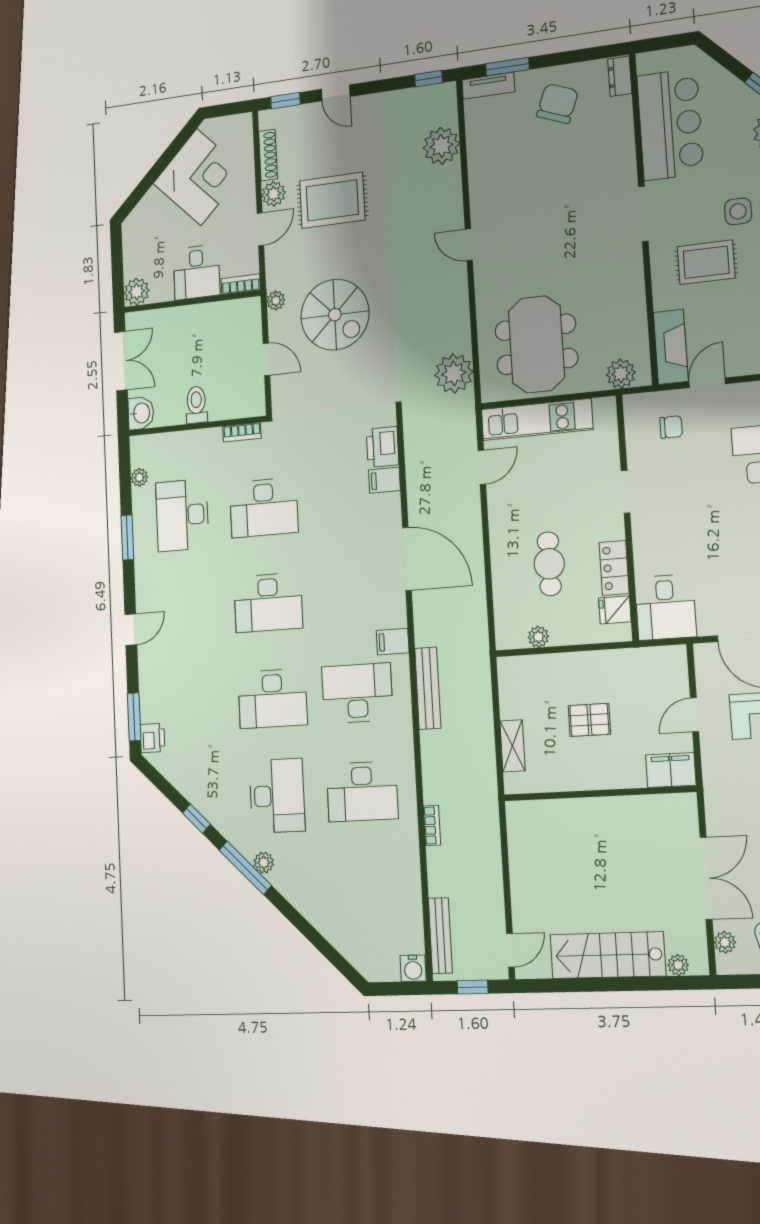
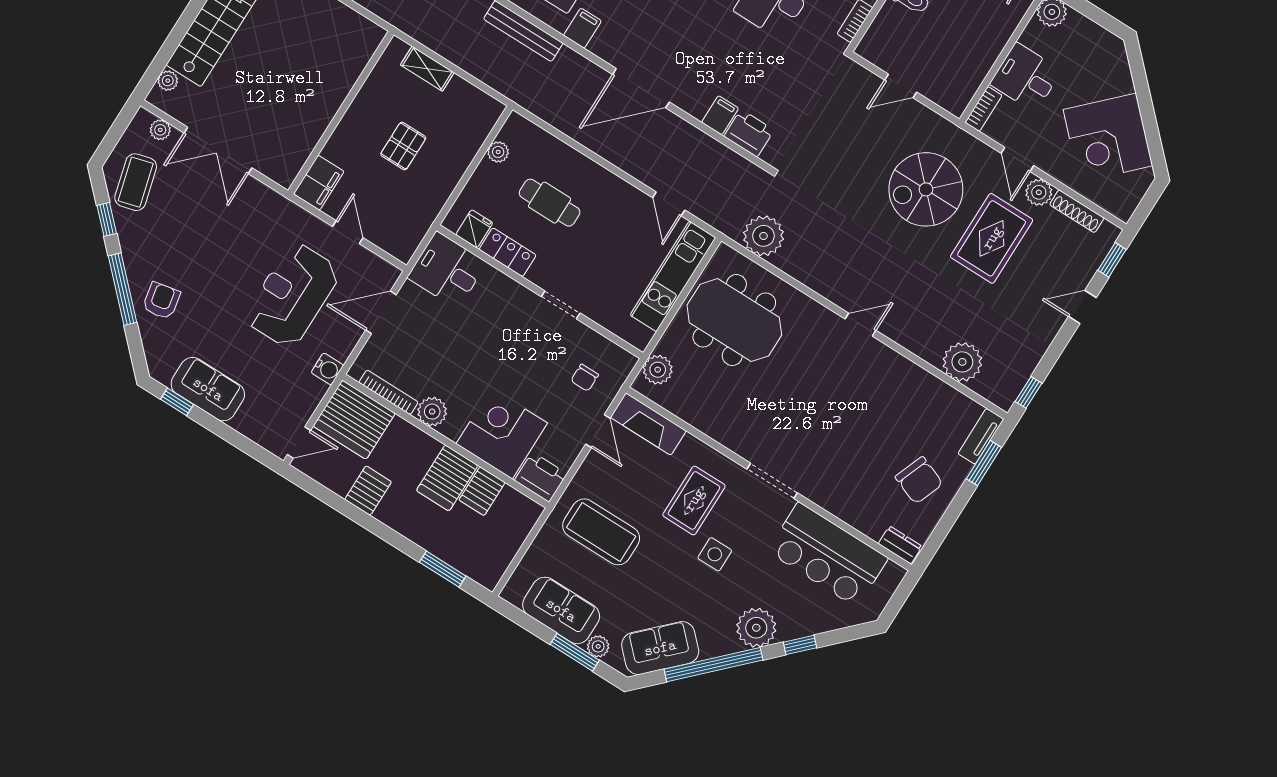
plant: (276, 301) -> (945, 129), removed
spiral stairs: (335, 315) -> (926, 189), moved

